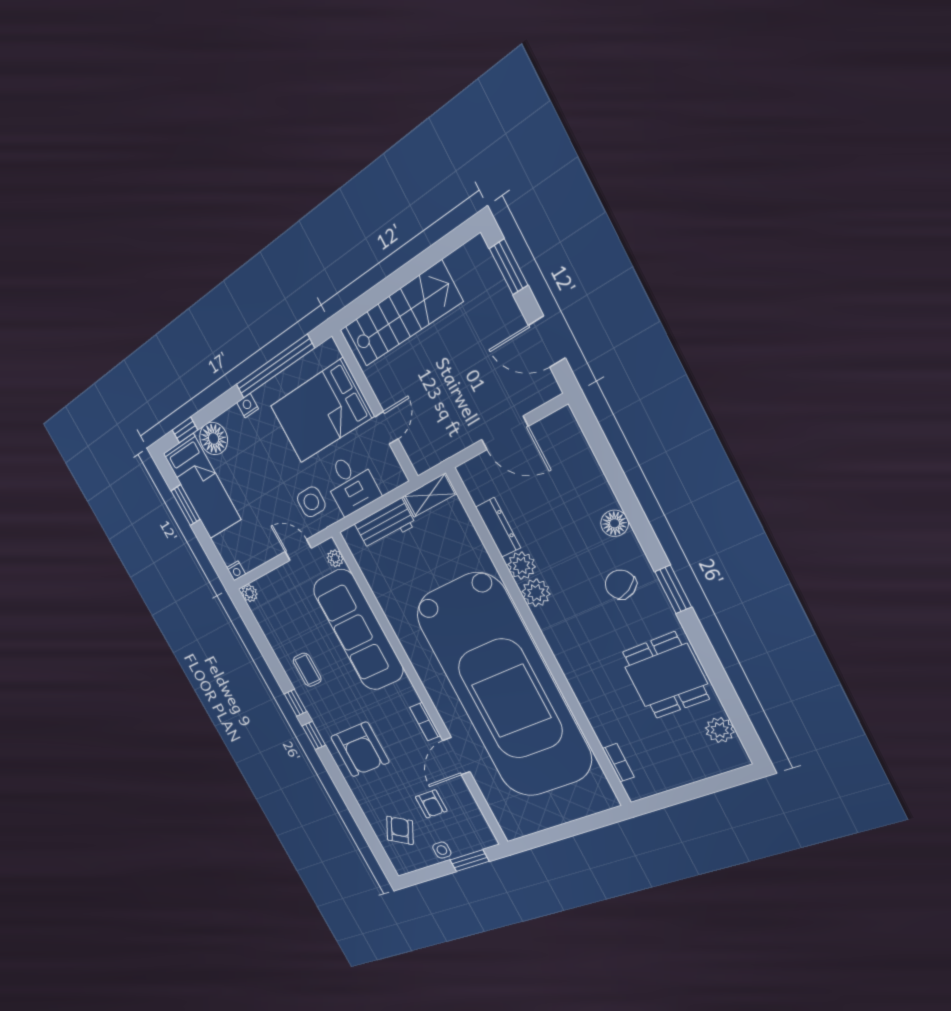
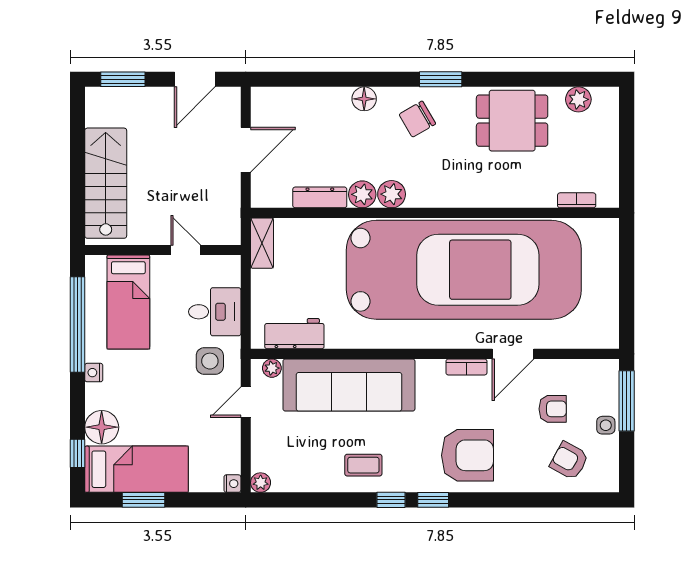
bed: (322, 411) -> (128, 302), width x0.67
workbench: (385, 524) -> (294, 334), moved, turned -90
door: (456, 756) -> (513, 354), hinge flipped
window: (470, 861) -> (627, 401), width x1.44

